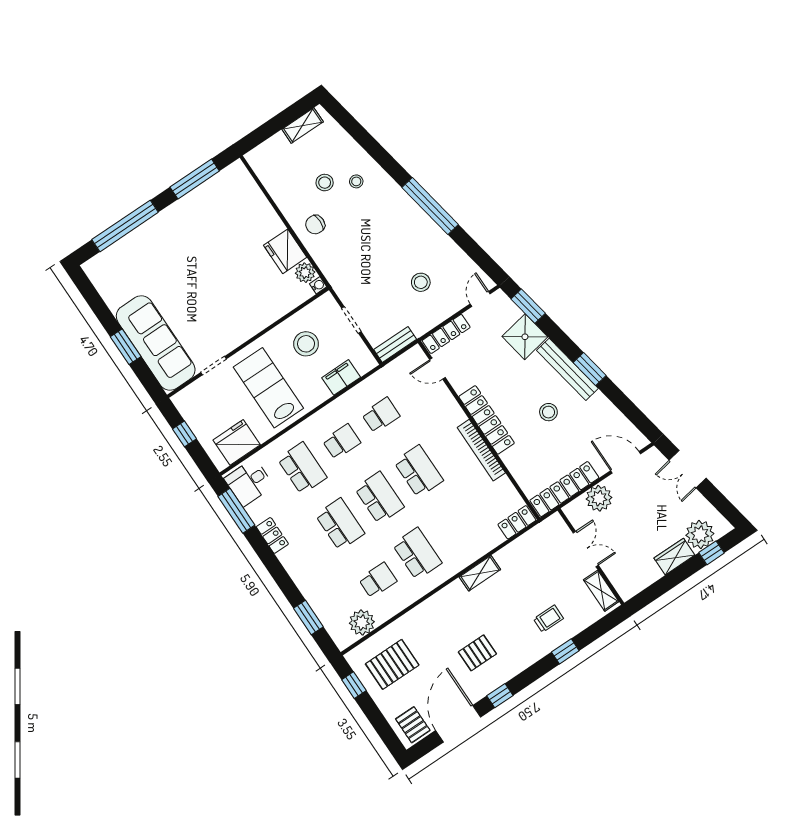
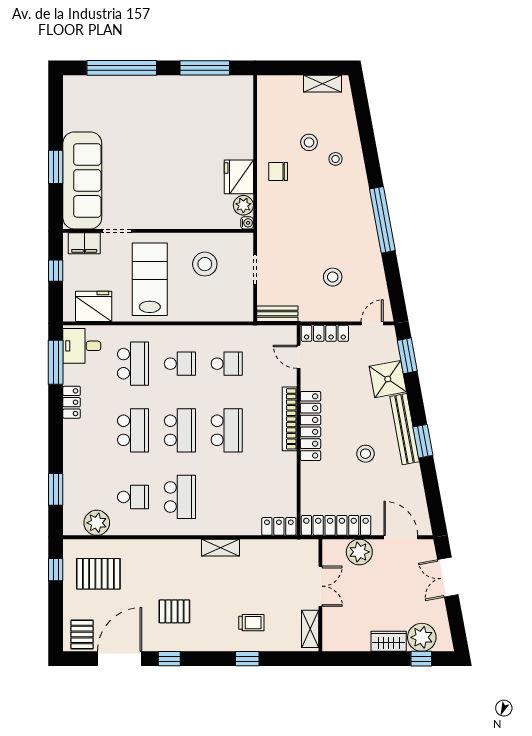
filing cabinet: (341, 377) -> (84, 243), moved, turned 180
bookcase: (481, 450) -> (290, 419), moved

